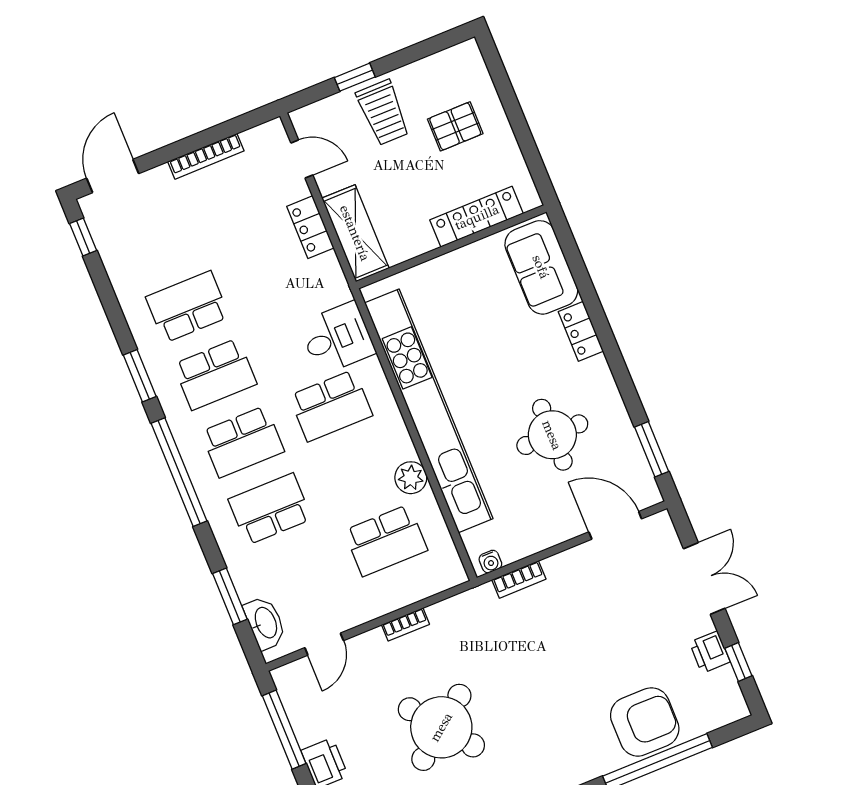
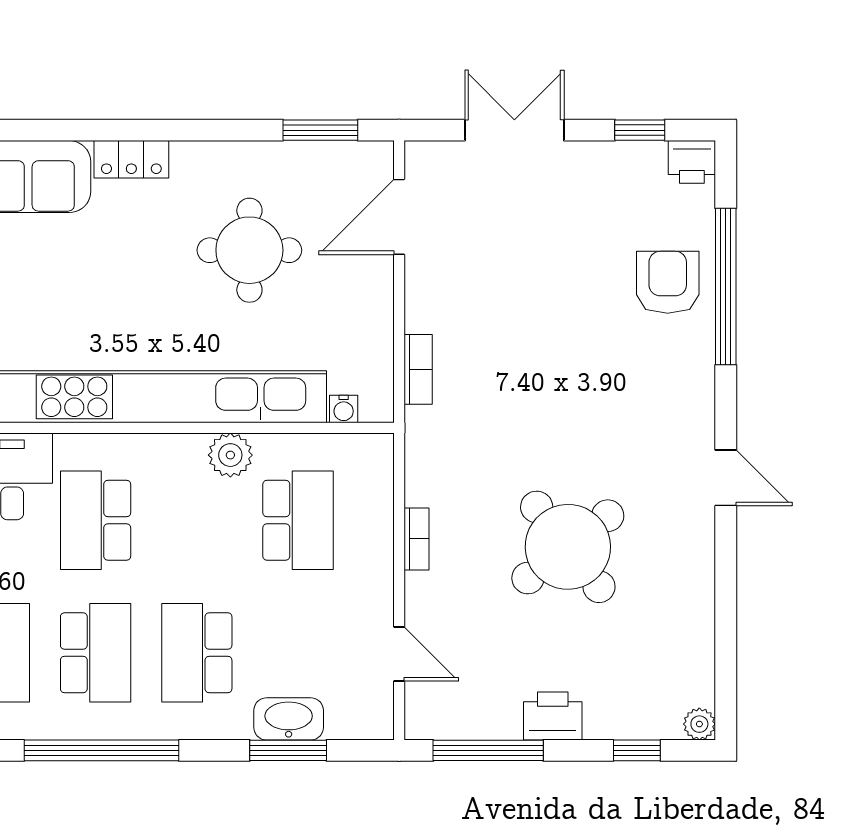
school desk: (331, 406) -> (96, 520), turned 180
water cooler: (490, 562) -> (344, 409), moved, turned 90
washbasin: (265, 623) -> (289, 719), moved
printer: (710, 652) -> (692, 162), moved
armchair: (645, 722) -> (668, 282), width x0.73, depth x0.73

